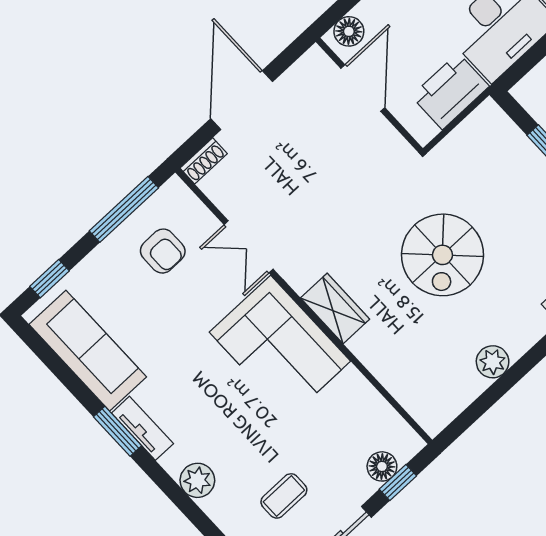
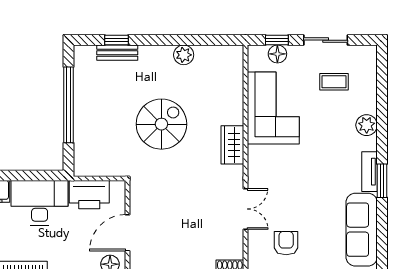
corner sofa: (280, 347) -> (273, 108), moved

